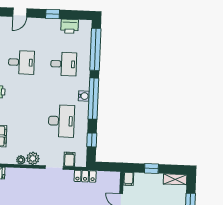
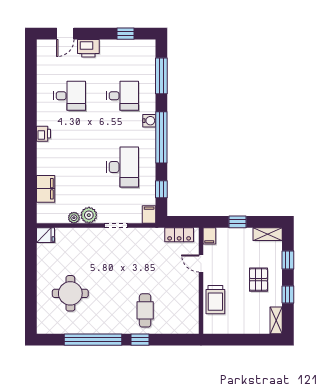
window: (53, 14) -> (126, 34), moved
printer: (70, 26) -> (88, 48), moved
window: (95, 49) -> (161, 76), width x0.68
water cooler: (84, 96) -> (149, 121), moved
filing cabinet: (69, 159) -> (149, 214), moved
locker: (85, 176) -> (179, 235), moved

